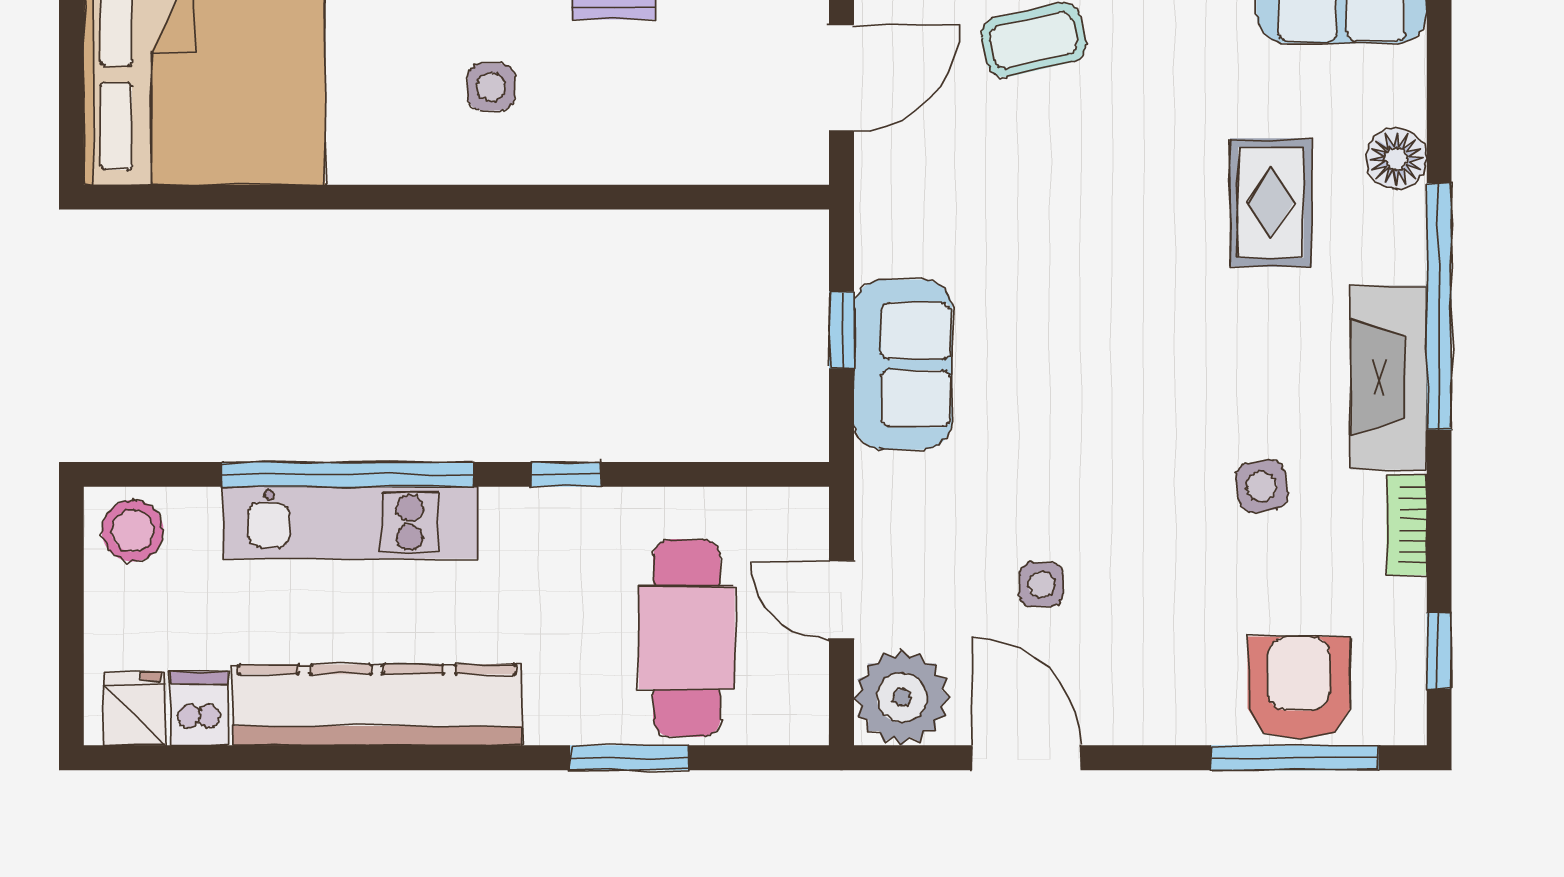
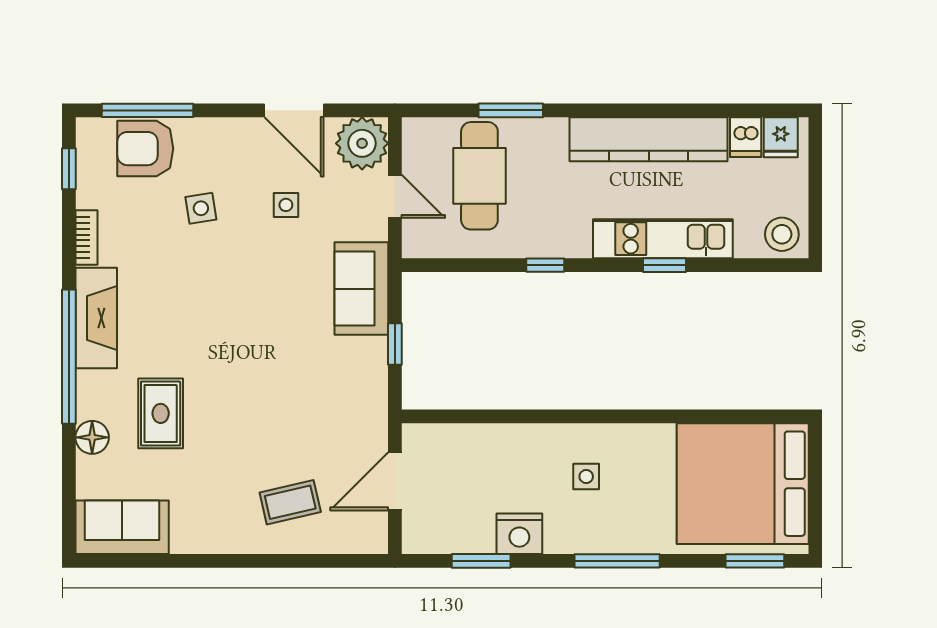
sofa: (903, 365) -> (361, 289), moved
window: (348, 474) -> (664, 265), width x0.32
side table: (1262, 486) -> (201, 208), moved
armchair: (1299, 688) -> (145, 149), turned 90

